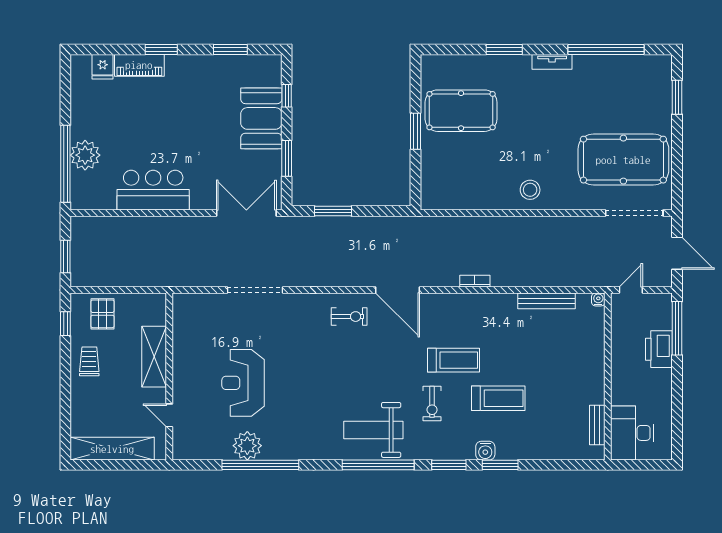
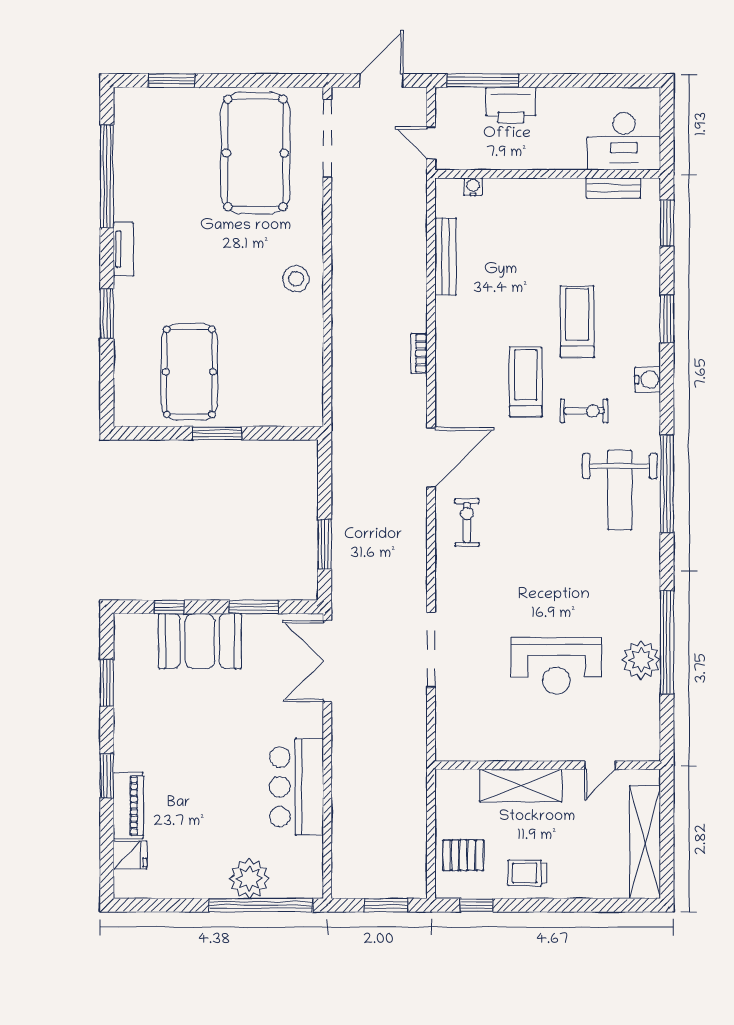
water cooler: (598, 299) -> (473, 187), moved, turned 90
water cooler: (485, 451) -> (648, 380), moved
window: (449, 465) -> (667, 223), moved

